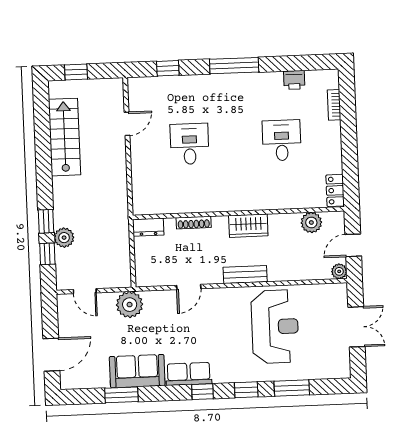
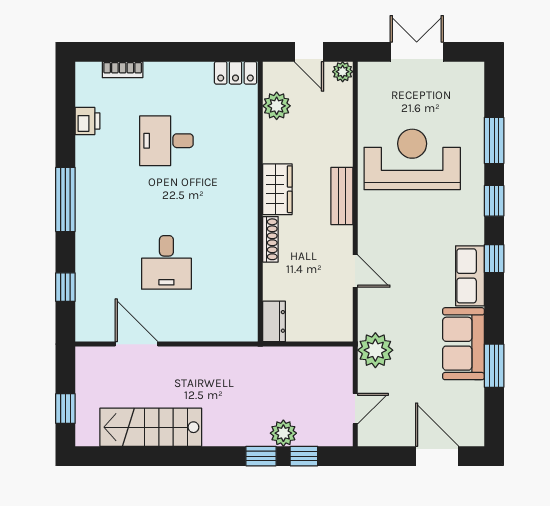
door: (127, 124) -> (136, 344), width x1.38
desk: (190, 144) -> (166, 262), turned -90
shoe rack: (194, 223) -> (270, 239), moved

